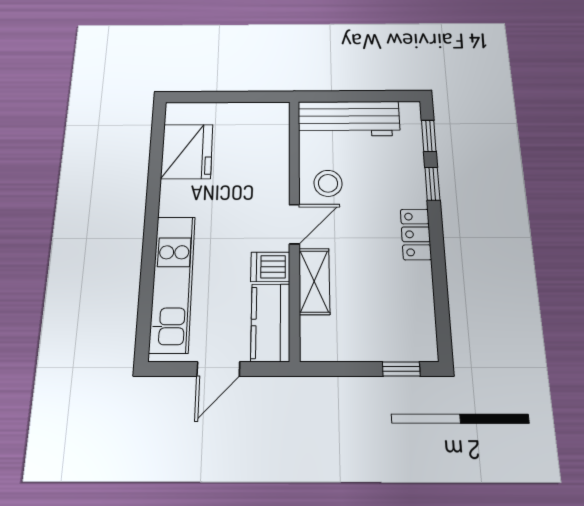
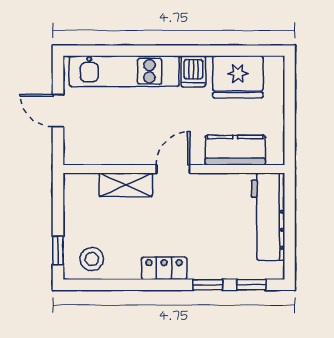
stool: (328, 183) -> (92, 259), moved
door: (294, 224) -> (173, 169), swing flipped
dishwasher: (270, 267) -> (193, 71), moved, turned 180
kitchen counter: (271, 322) -> (235, 150), moved

